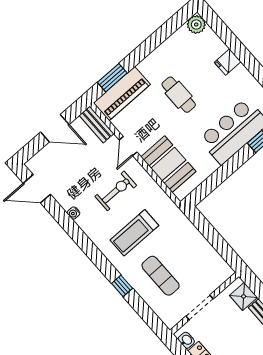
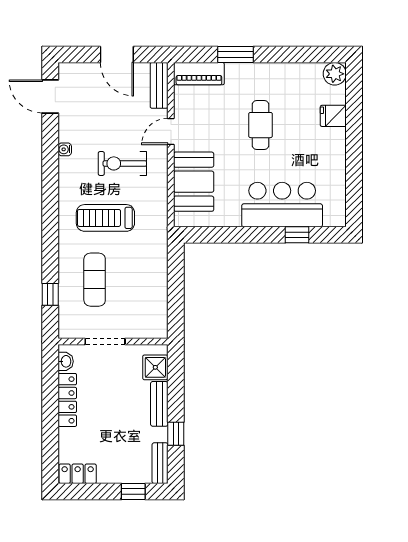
fridge: (228, 62) -> (333, 116), moved
window: (112, 78) -> (235, 55), moved
piano: (122, 94) -> (199, 74), width x0.73, depth x0.75
exercise bike: (116, 191) -> (122, 163), turned 180
window: (122, 286) -> (50, 294), moved

